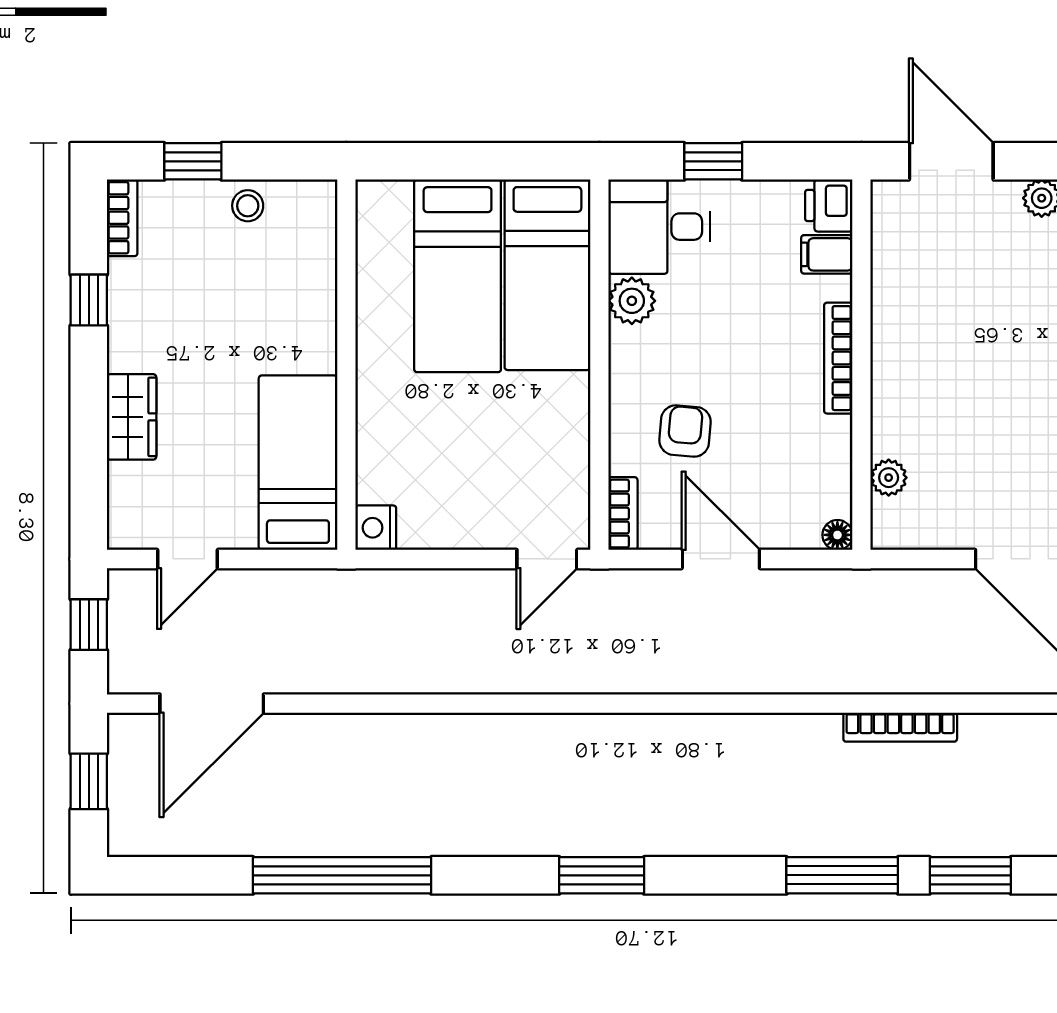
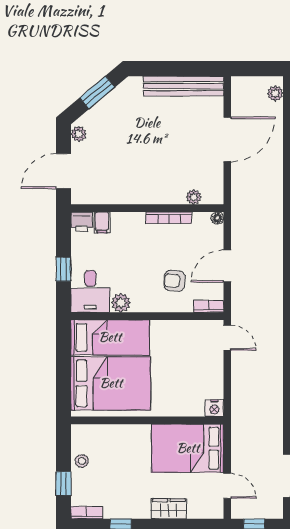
bed: (458, 276) -> (111, 383), width x1.50
bookcase: (838, 358) -> (169, 218), moved
bed: (298, 463) -> (188, 448), width x1.50

